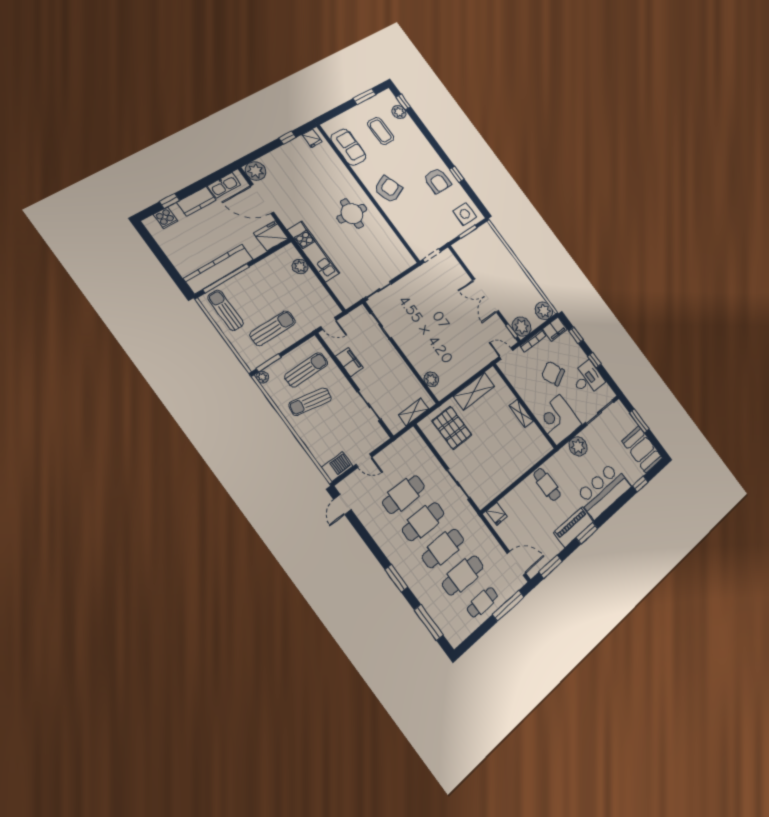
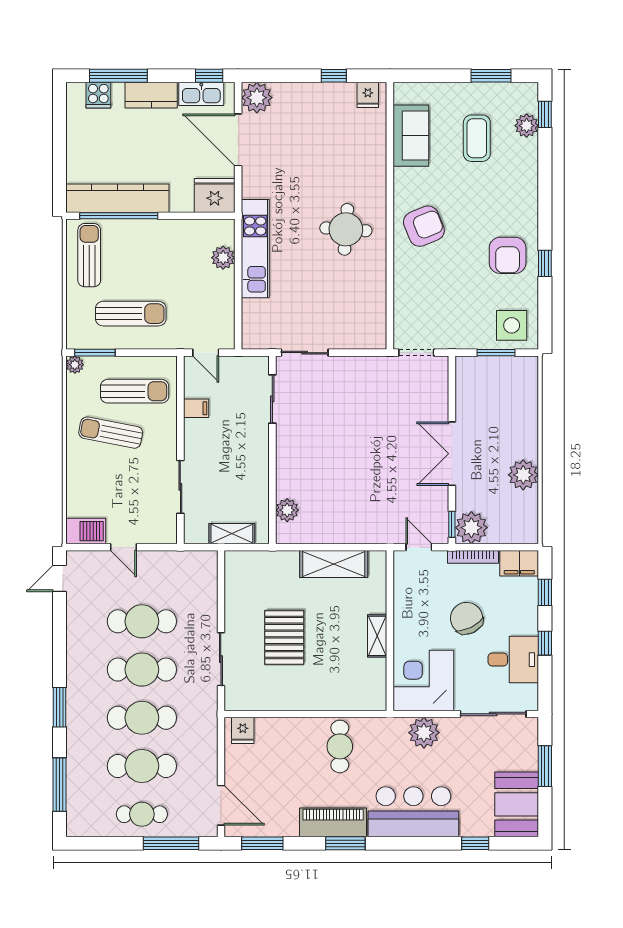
window: (221, 173) -> (209, 76), added
window: (169, 201) -> (118, 76), width x2.17
plant: (544, 311) -> (523, 475), moved
filing cabinet: (350, 362) -> (196, 408), width x0.50
pallet: (452, 428) -> (284, 637), moved

